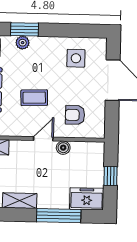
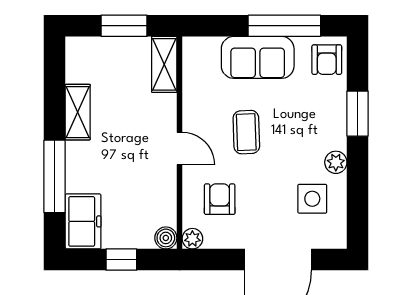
plant: (23, 43) -> (336, 162), moved
plant: (99, 132) -> (192, 239), added
boiler: (63, 148) -> (166, 238), moved

